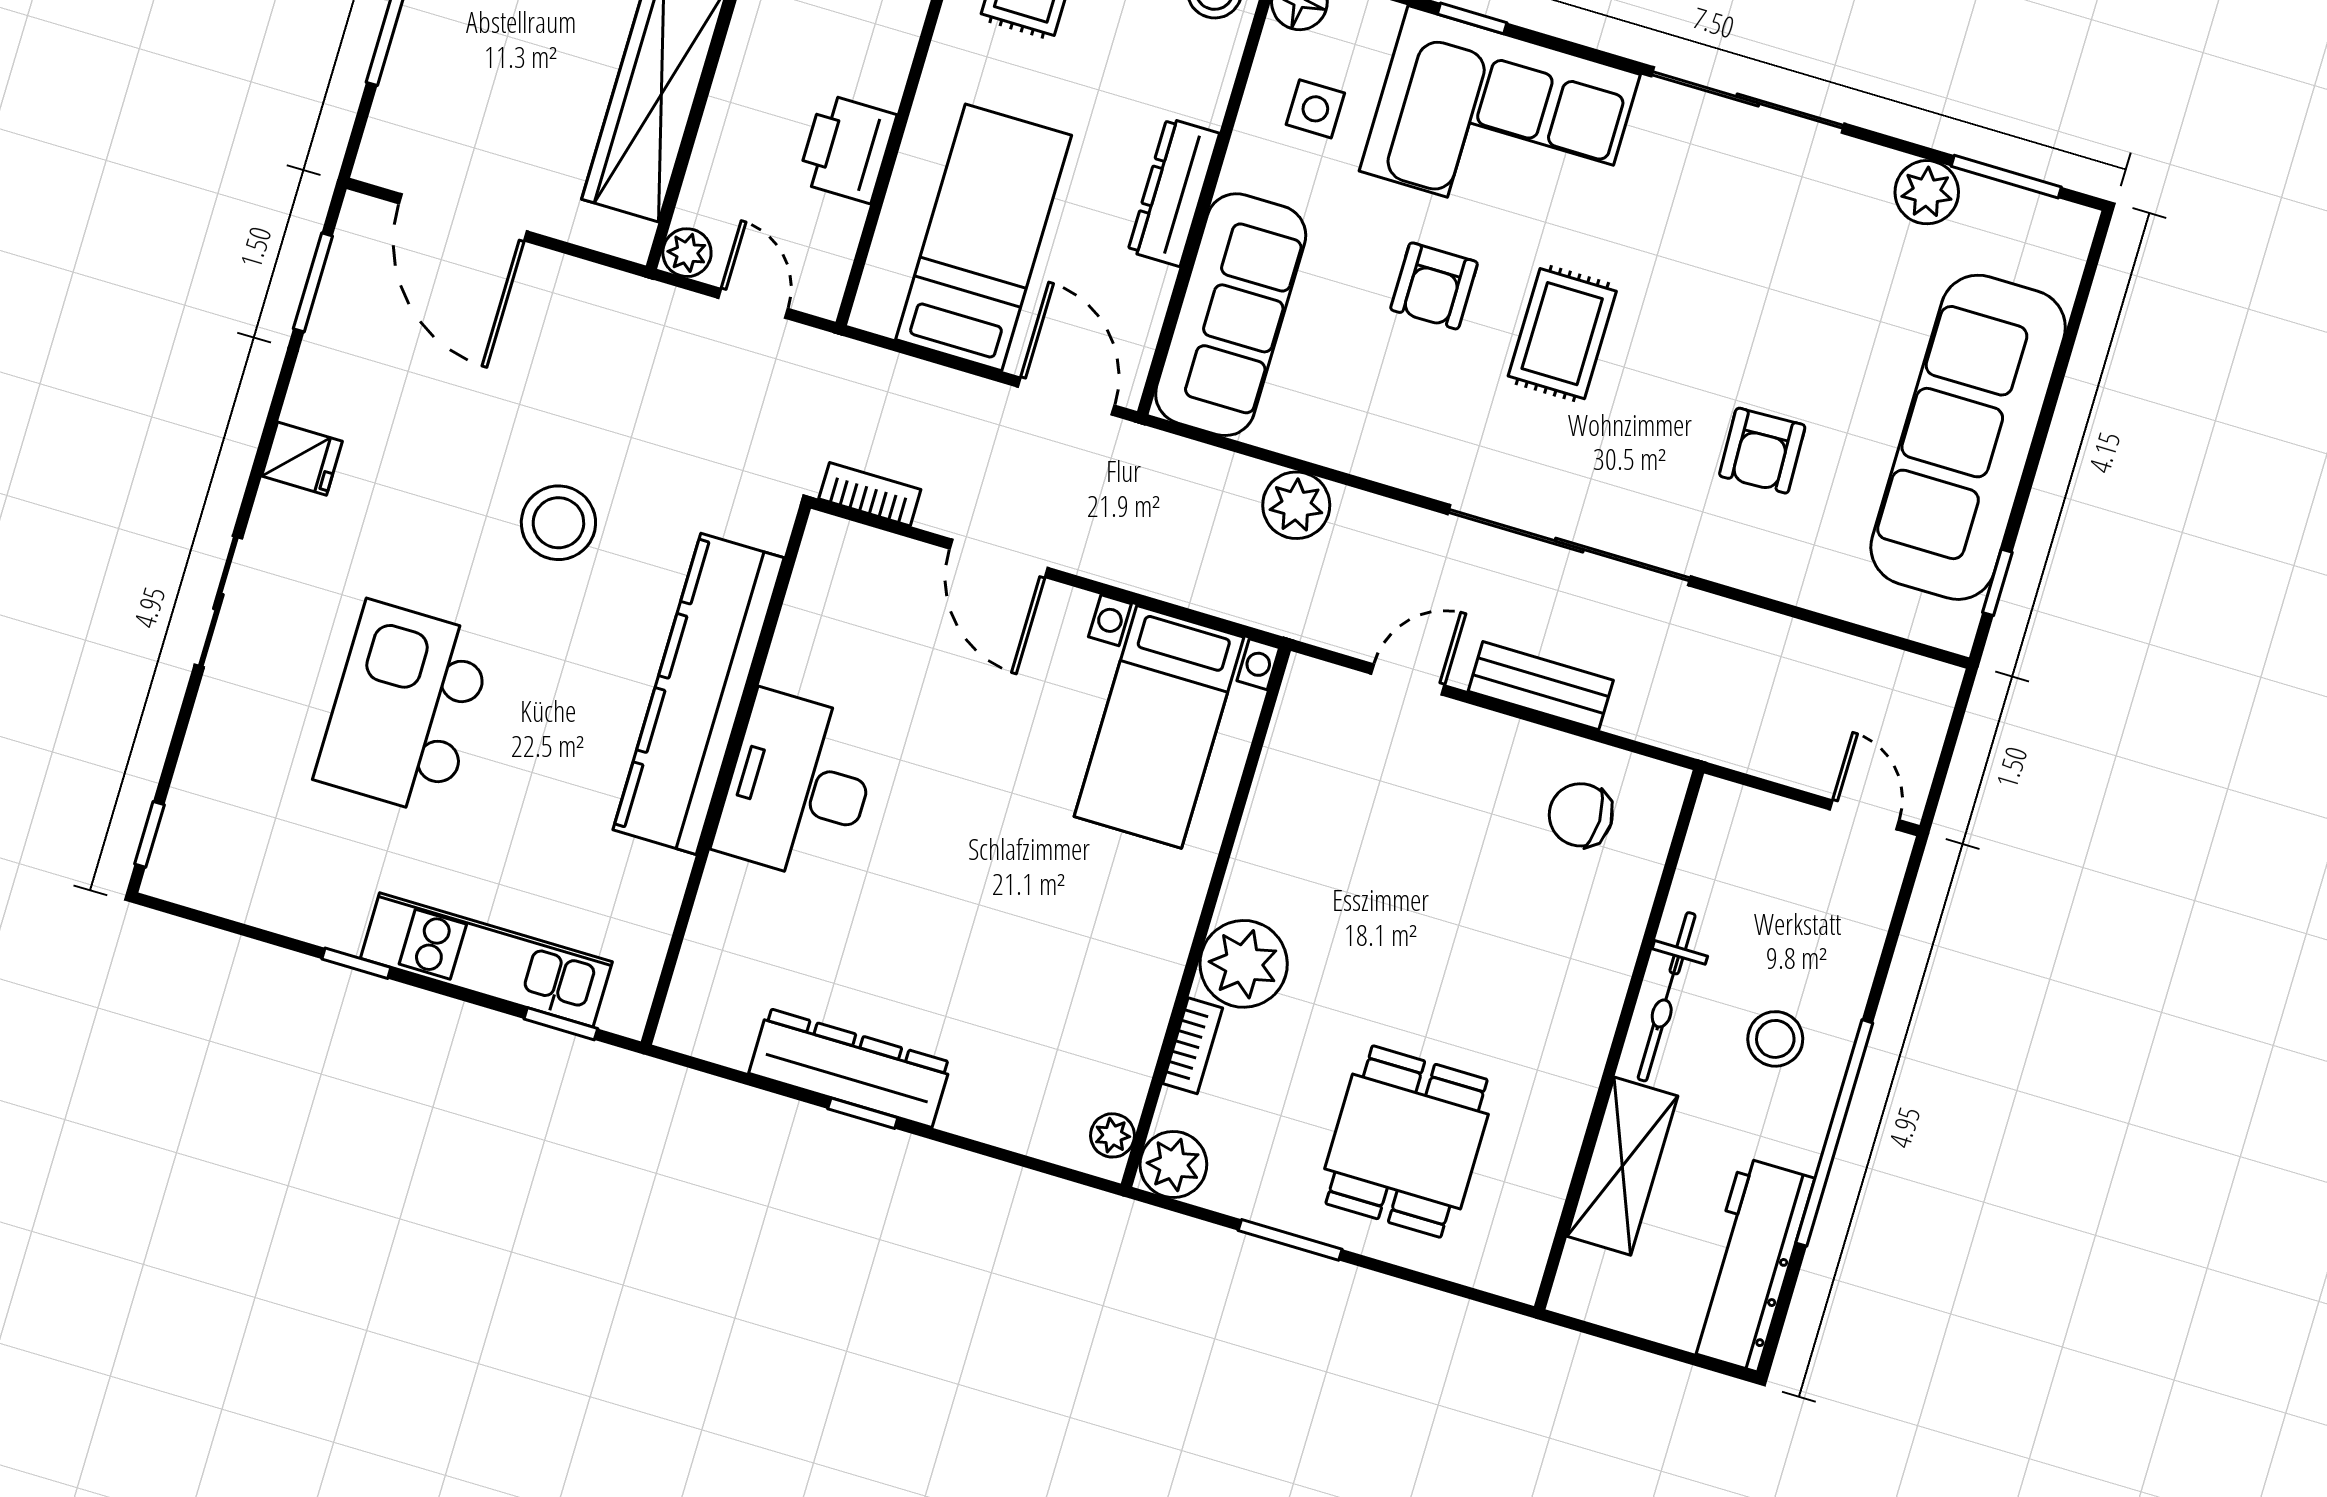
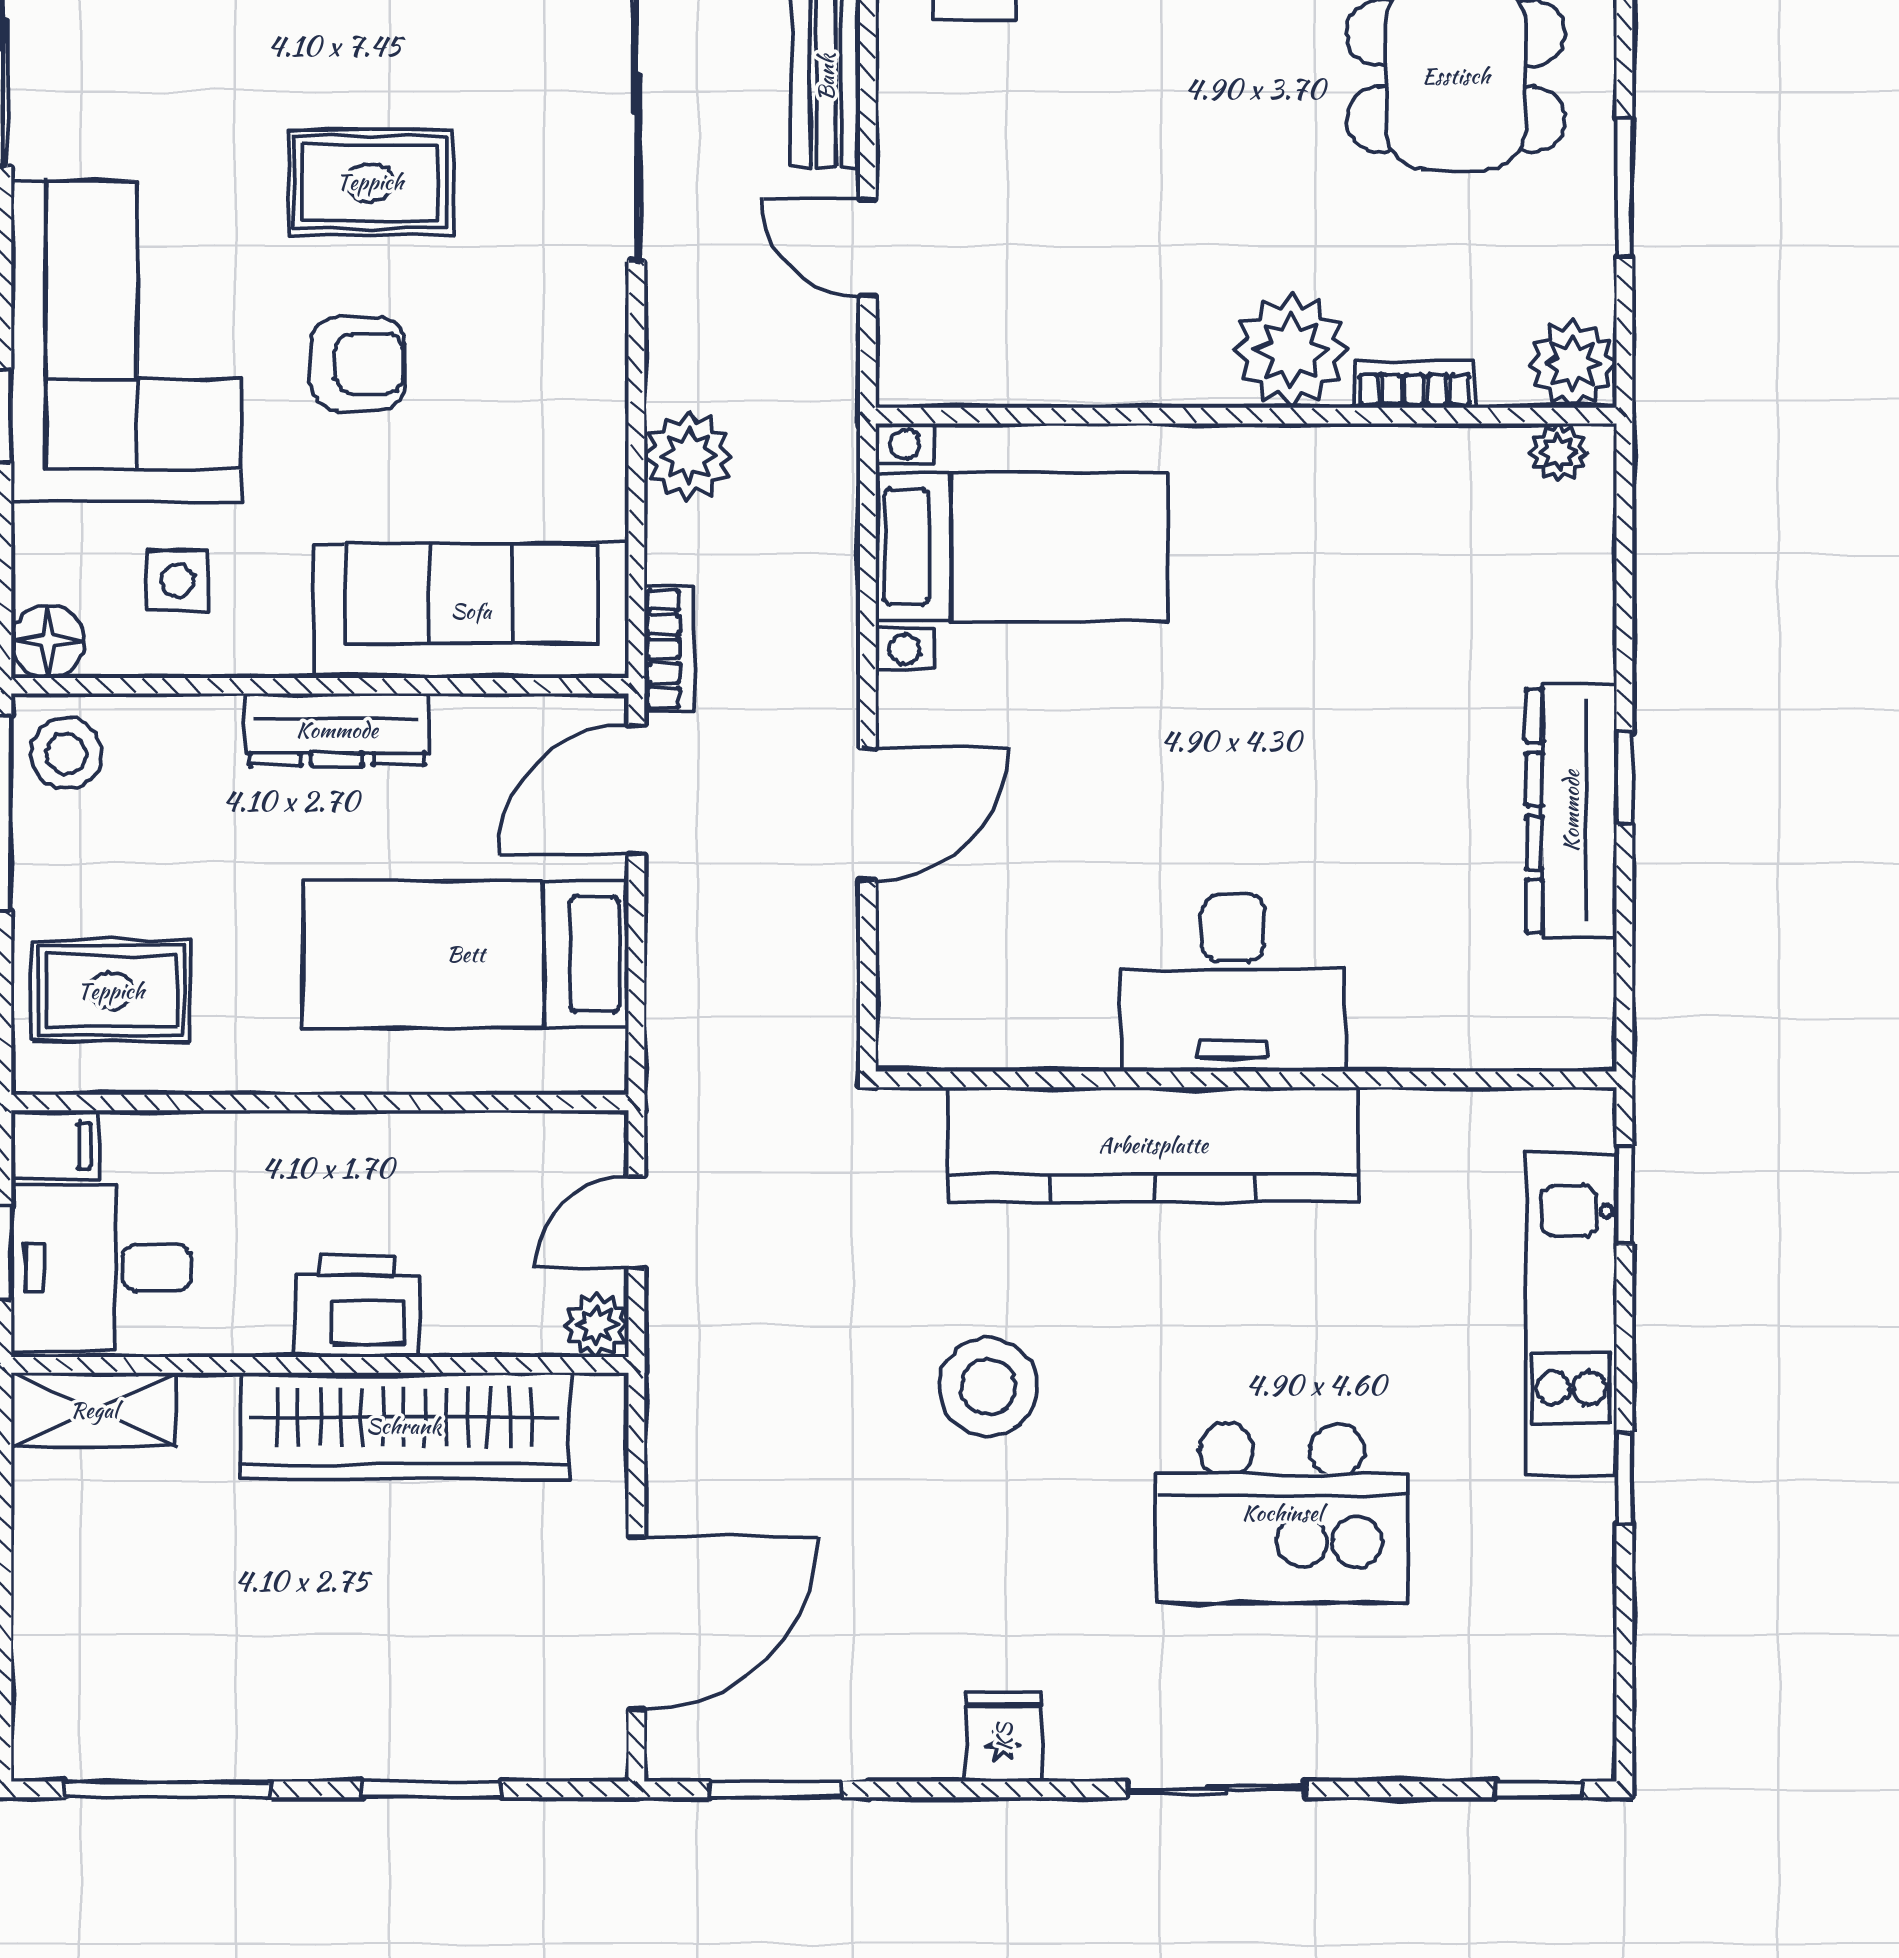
printer: (847, 148) -> (357, 1306), moved, turned 180
bookcase: (870, 494) -> (669, 649), moved, turned 180

